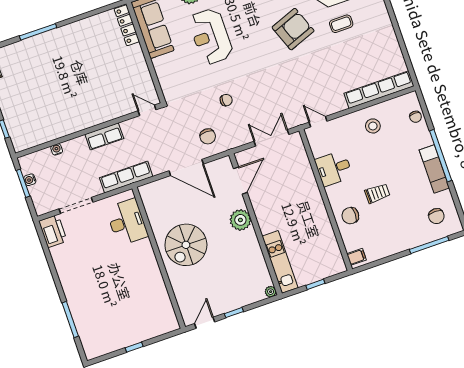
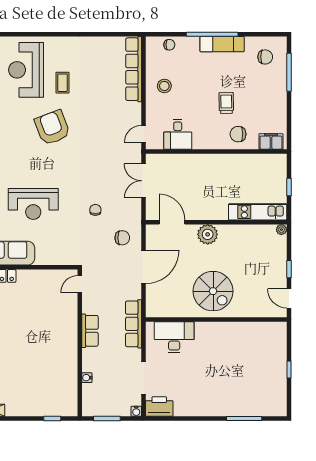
desk: (334, 168) -> (178, 134), moved
water cooler: (30, 180) -> (136, 411), moved
chair: (350, 216) -> (238, 134), turned 90
filing cabinet: (356, 257) -> (271, 141), width x2.00

